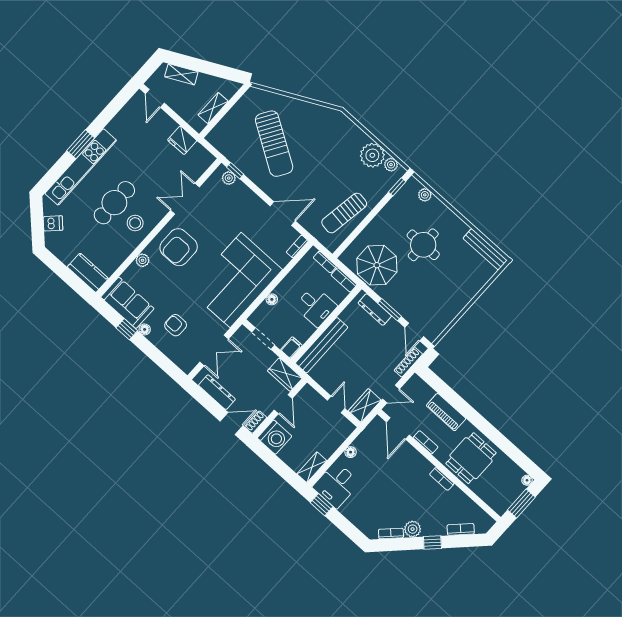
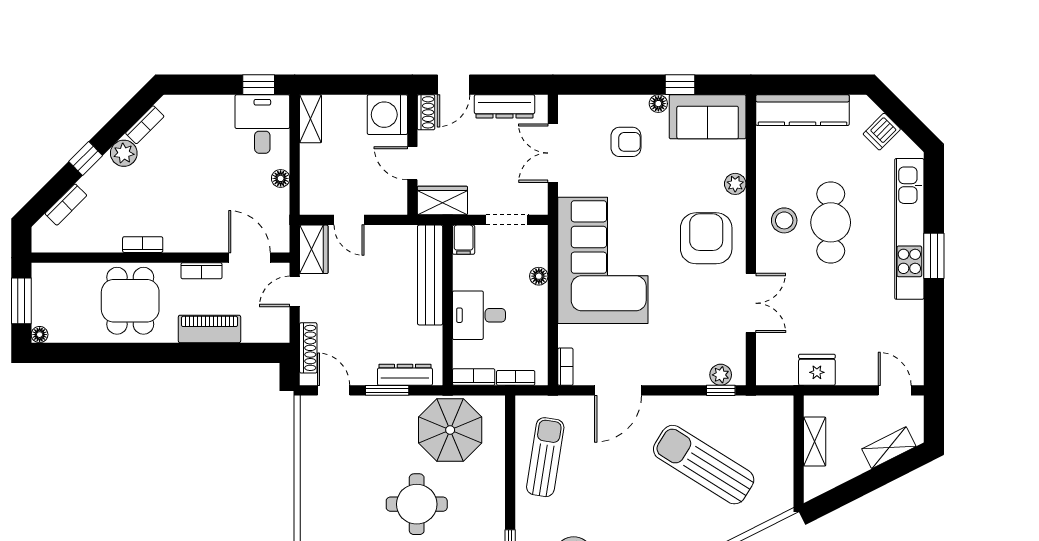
kitchen counter: (88, 273) -> (803, 110), width x1.50

